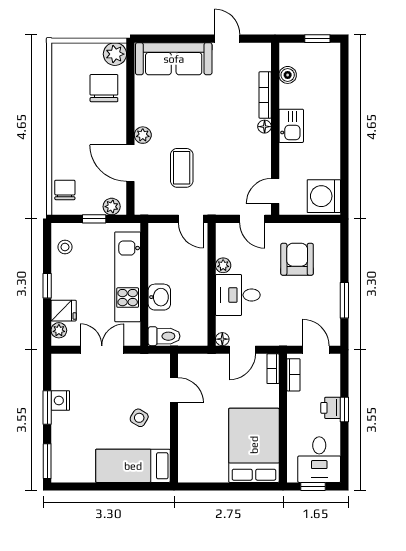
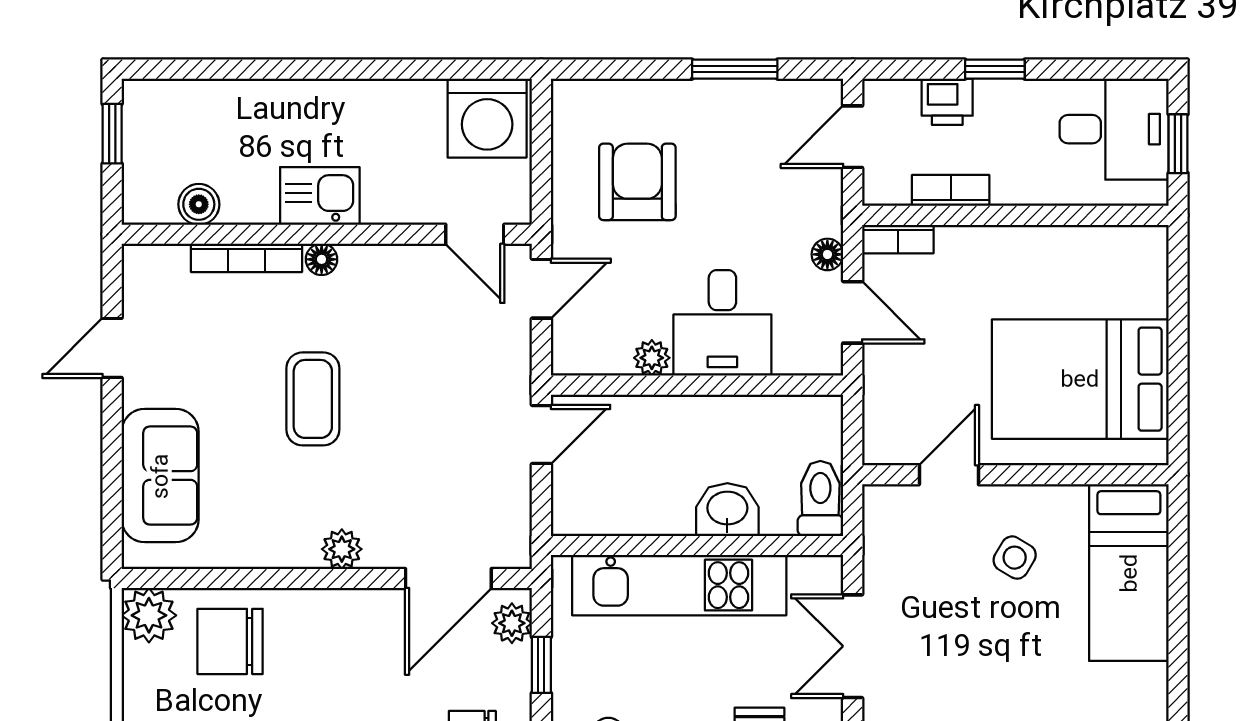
sofa: (174, 59) -> (160, 476), width x0.73
door: (130, 163) -> (448, 578), moved
coffee table: (182, 168) -> (313, 399), moved, turned 90
armchair: (297, 259) -> (637, 182), turned 90
floor lamp: (222, 339) -> (827, 254), moved
bookcase: (293, 375) -> (951, 190), moved
printer: (331, 408) -> (947, 102), moved
bed: (254, 445) -> (1080, 379), moved

